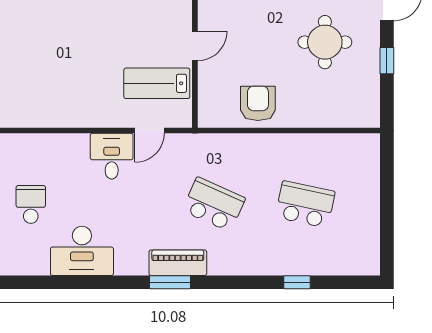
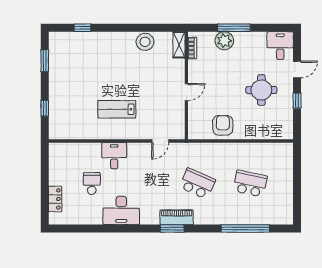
lab bench: (157, 83) -> (117, 109), moved
desk: (112, 156) -> (114, 156), moved
window: (297, 282) -> (245, 228), width x3.17

